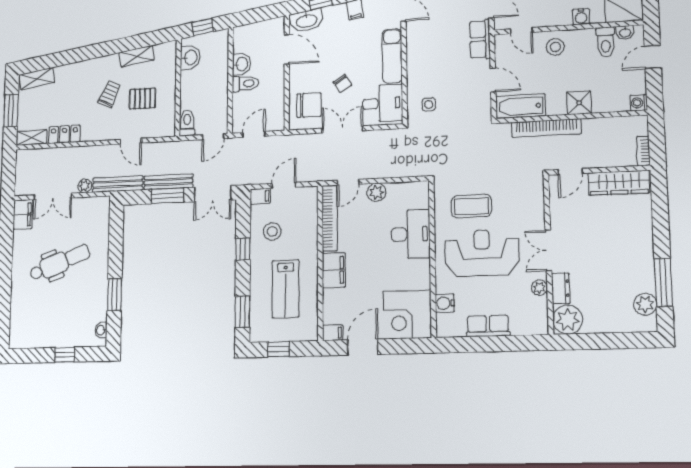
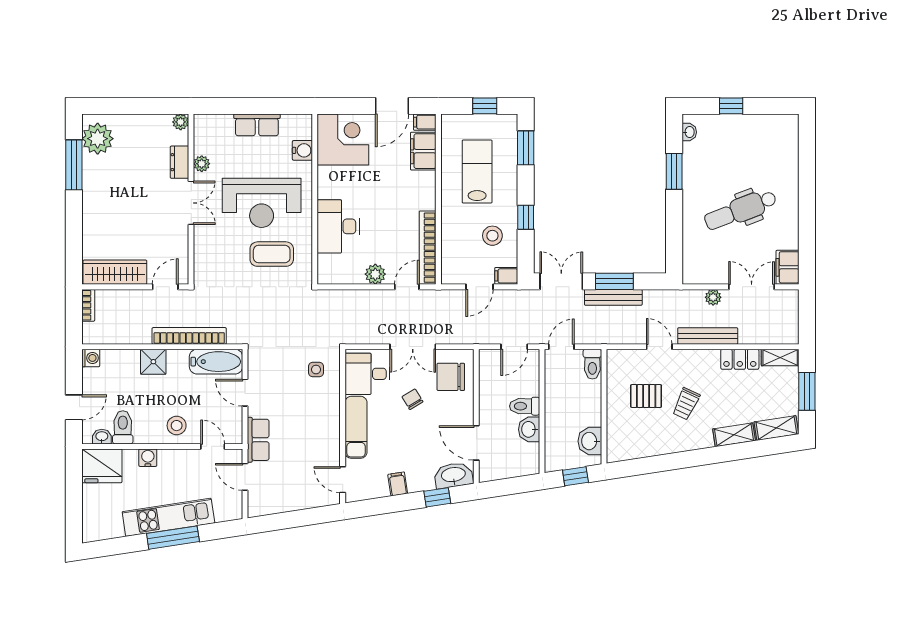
shelving: (137, 56) -> (734, 435), moved
bench: (118, 184) -> (708, 336), moved
filing cabinet: (334, 270) -> (423, 151), moved
plant: (645, 304) -> (98, 139), width x1.36, depth x1.36
plant: (568, 320) -> (181, 122), width x0.53, depth x0.53

